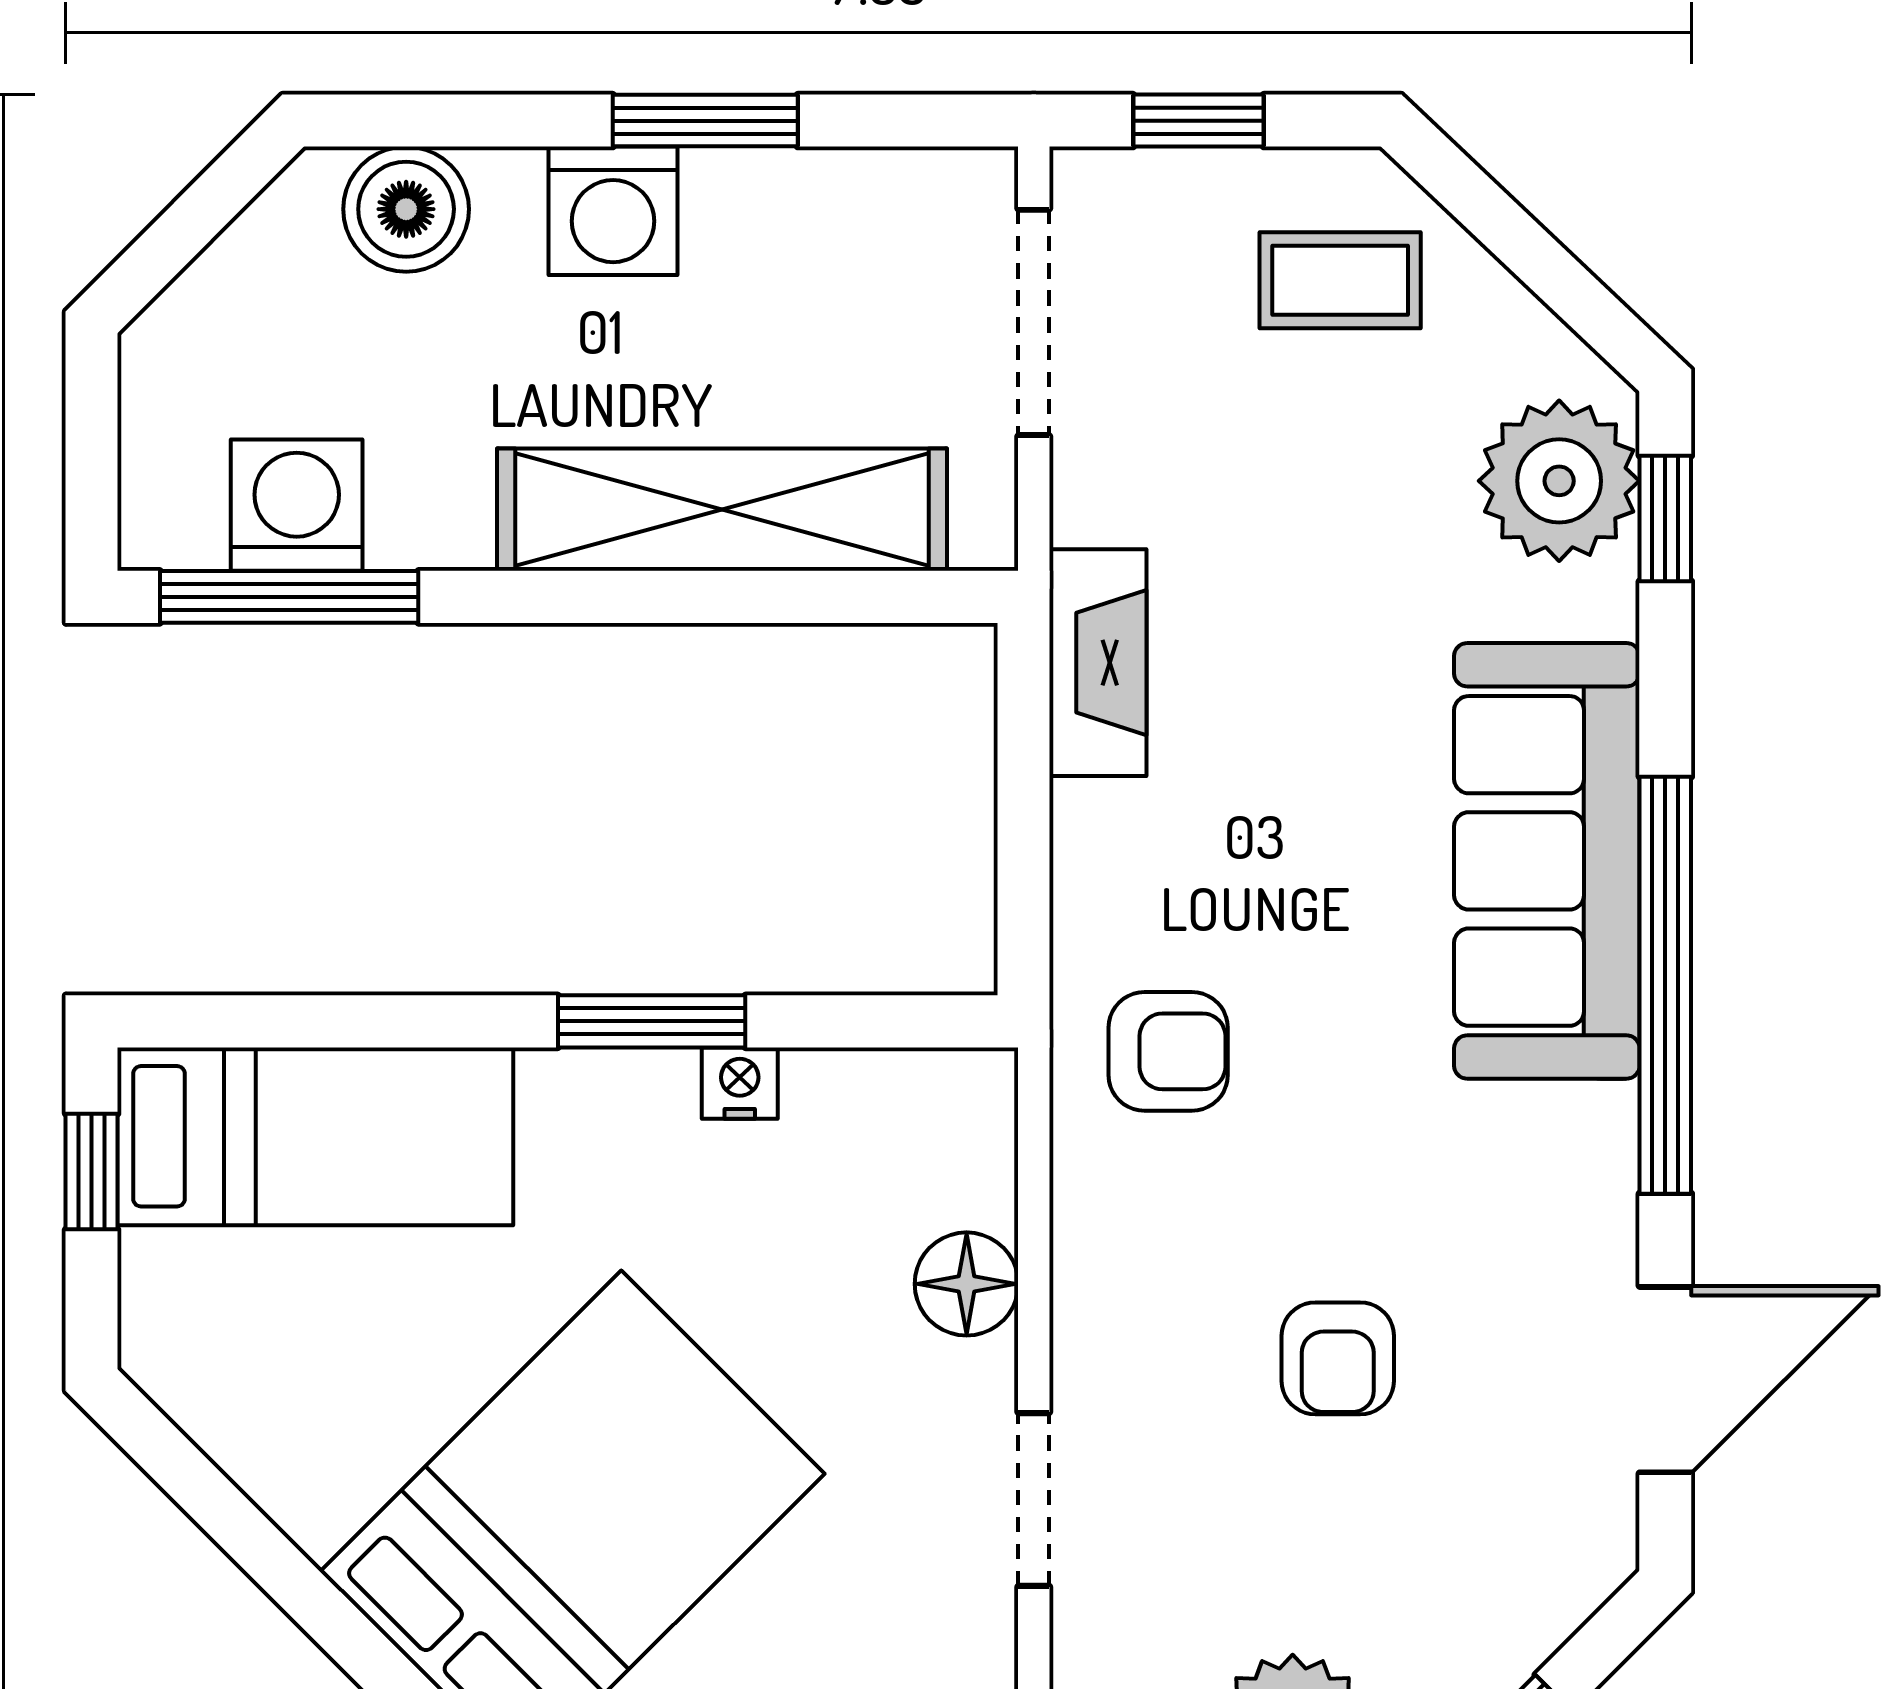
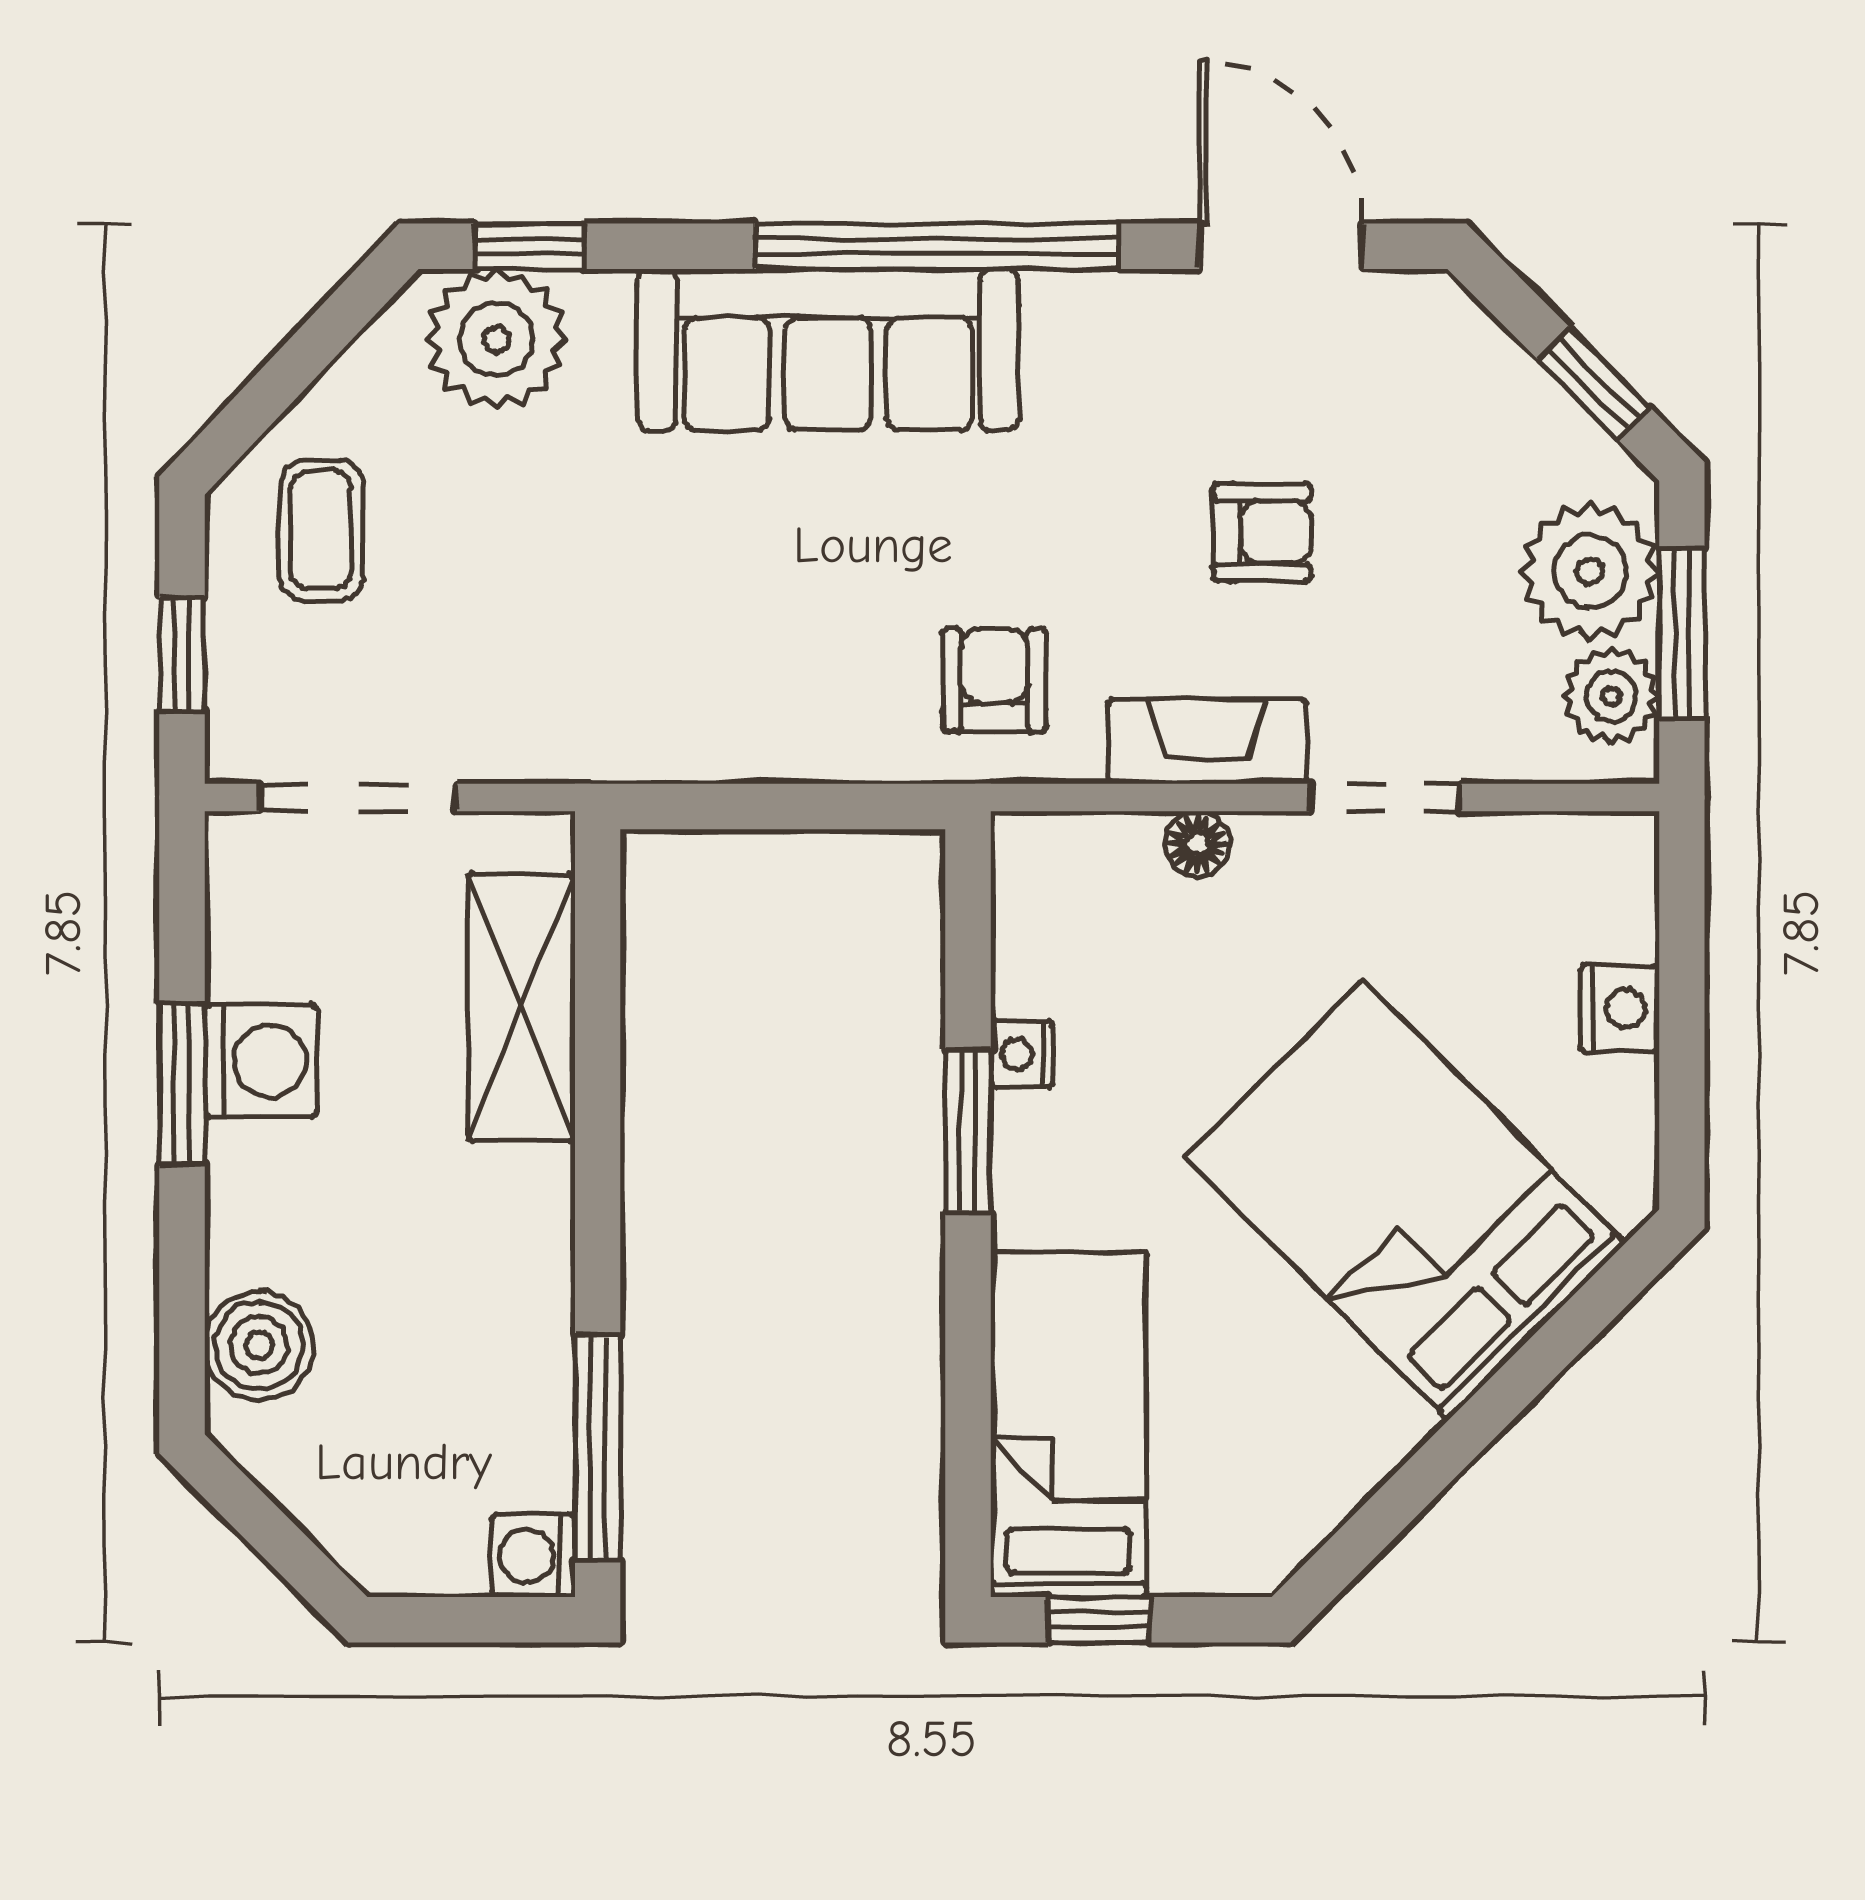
washing machine: (613, 211) -> (261, 1061), moved
washing machine: (297, 505) -> (533, 1555), moved, width x0.73, depth x0.73
shelving: (722, 510) -> (521, 1007), width x0.68
fireplace: (1098, 663) -> (1207, 742), moved
floor lamp: (967, 1284) -> (1197, 844), width x0.73, depth x0.73

